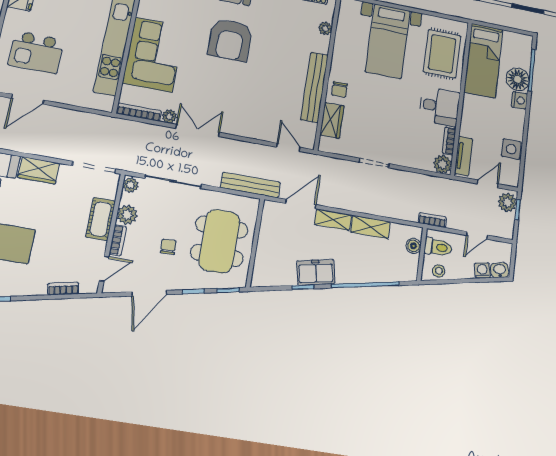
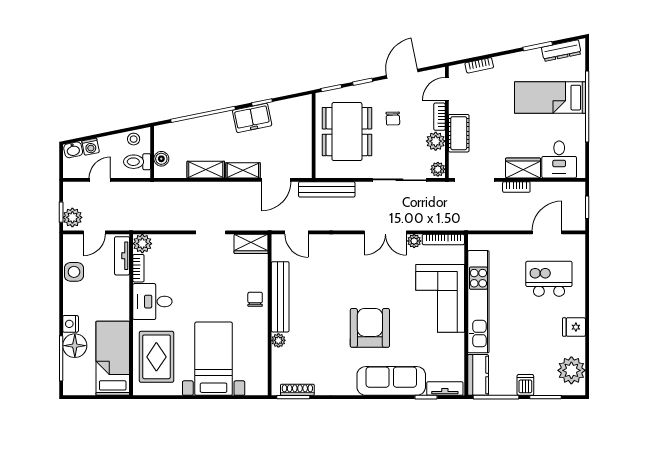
plant: (325, 28) -> (278, 340), moved
wardrobe: (332, 120) -> (251, 244), moved, turned -90
bookcase: (432, 220) -> (516, 187), moved

